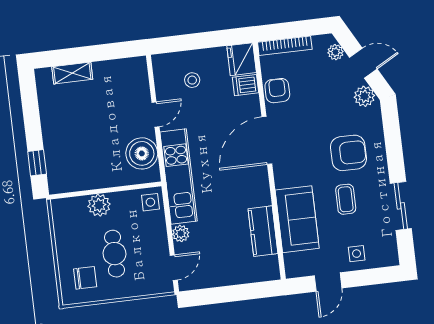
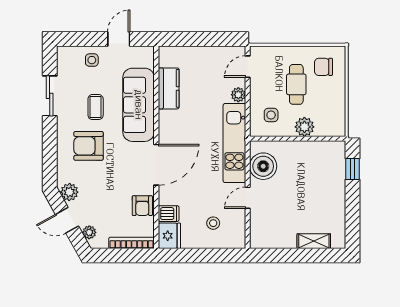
side table: (150, 202) -> (271, 115), moved
sofa: (297, 219) -> (139, 105), width x1.36

